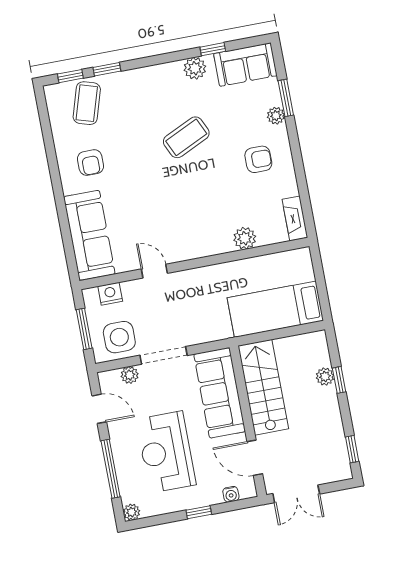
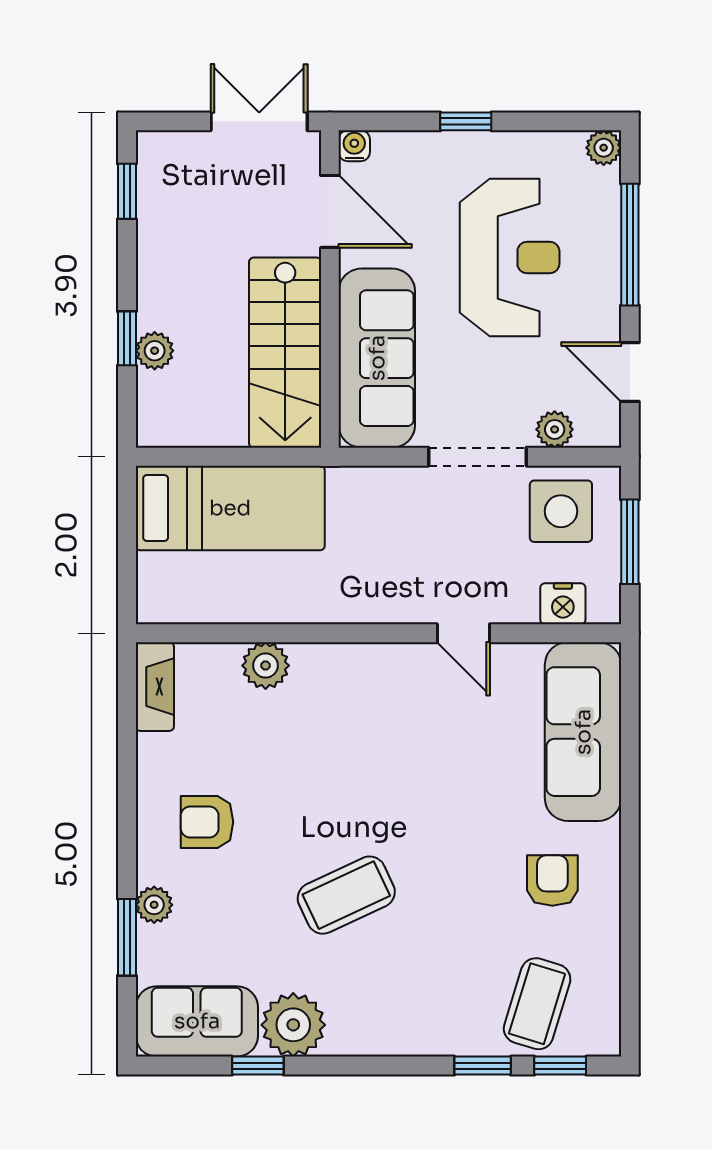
plant: (195, 68) -> (293, 1025), width x1.36, depth x1.36
water cooler: (231, 494) -> (354, 146), moved

